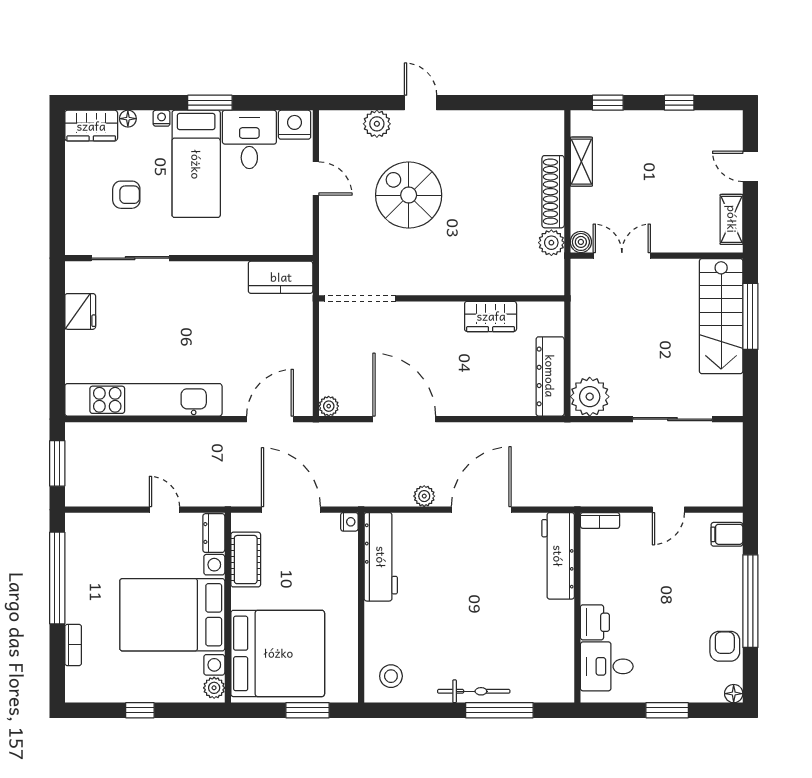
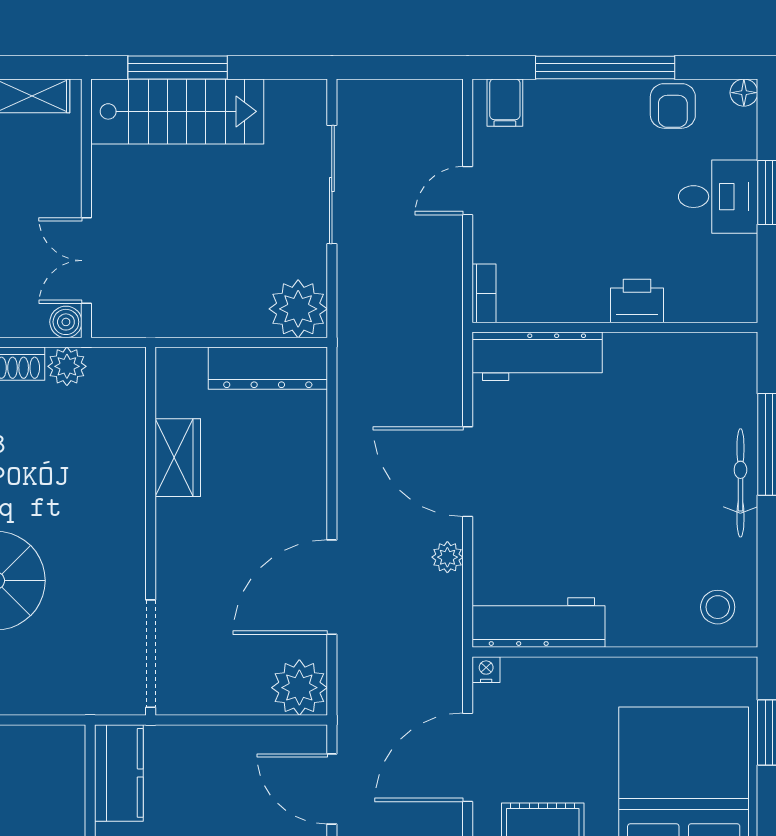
plant: (329, 406) -> (299, 688), width x1.88, depth x1.88
door: (668, 510) -> (468, 191), swing flipped
armchair: (725, 646) -> (673, 106), turned -90
desk: (607, 666) -> (718, 197), moved, turned -90

